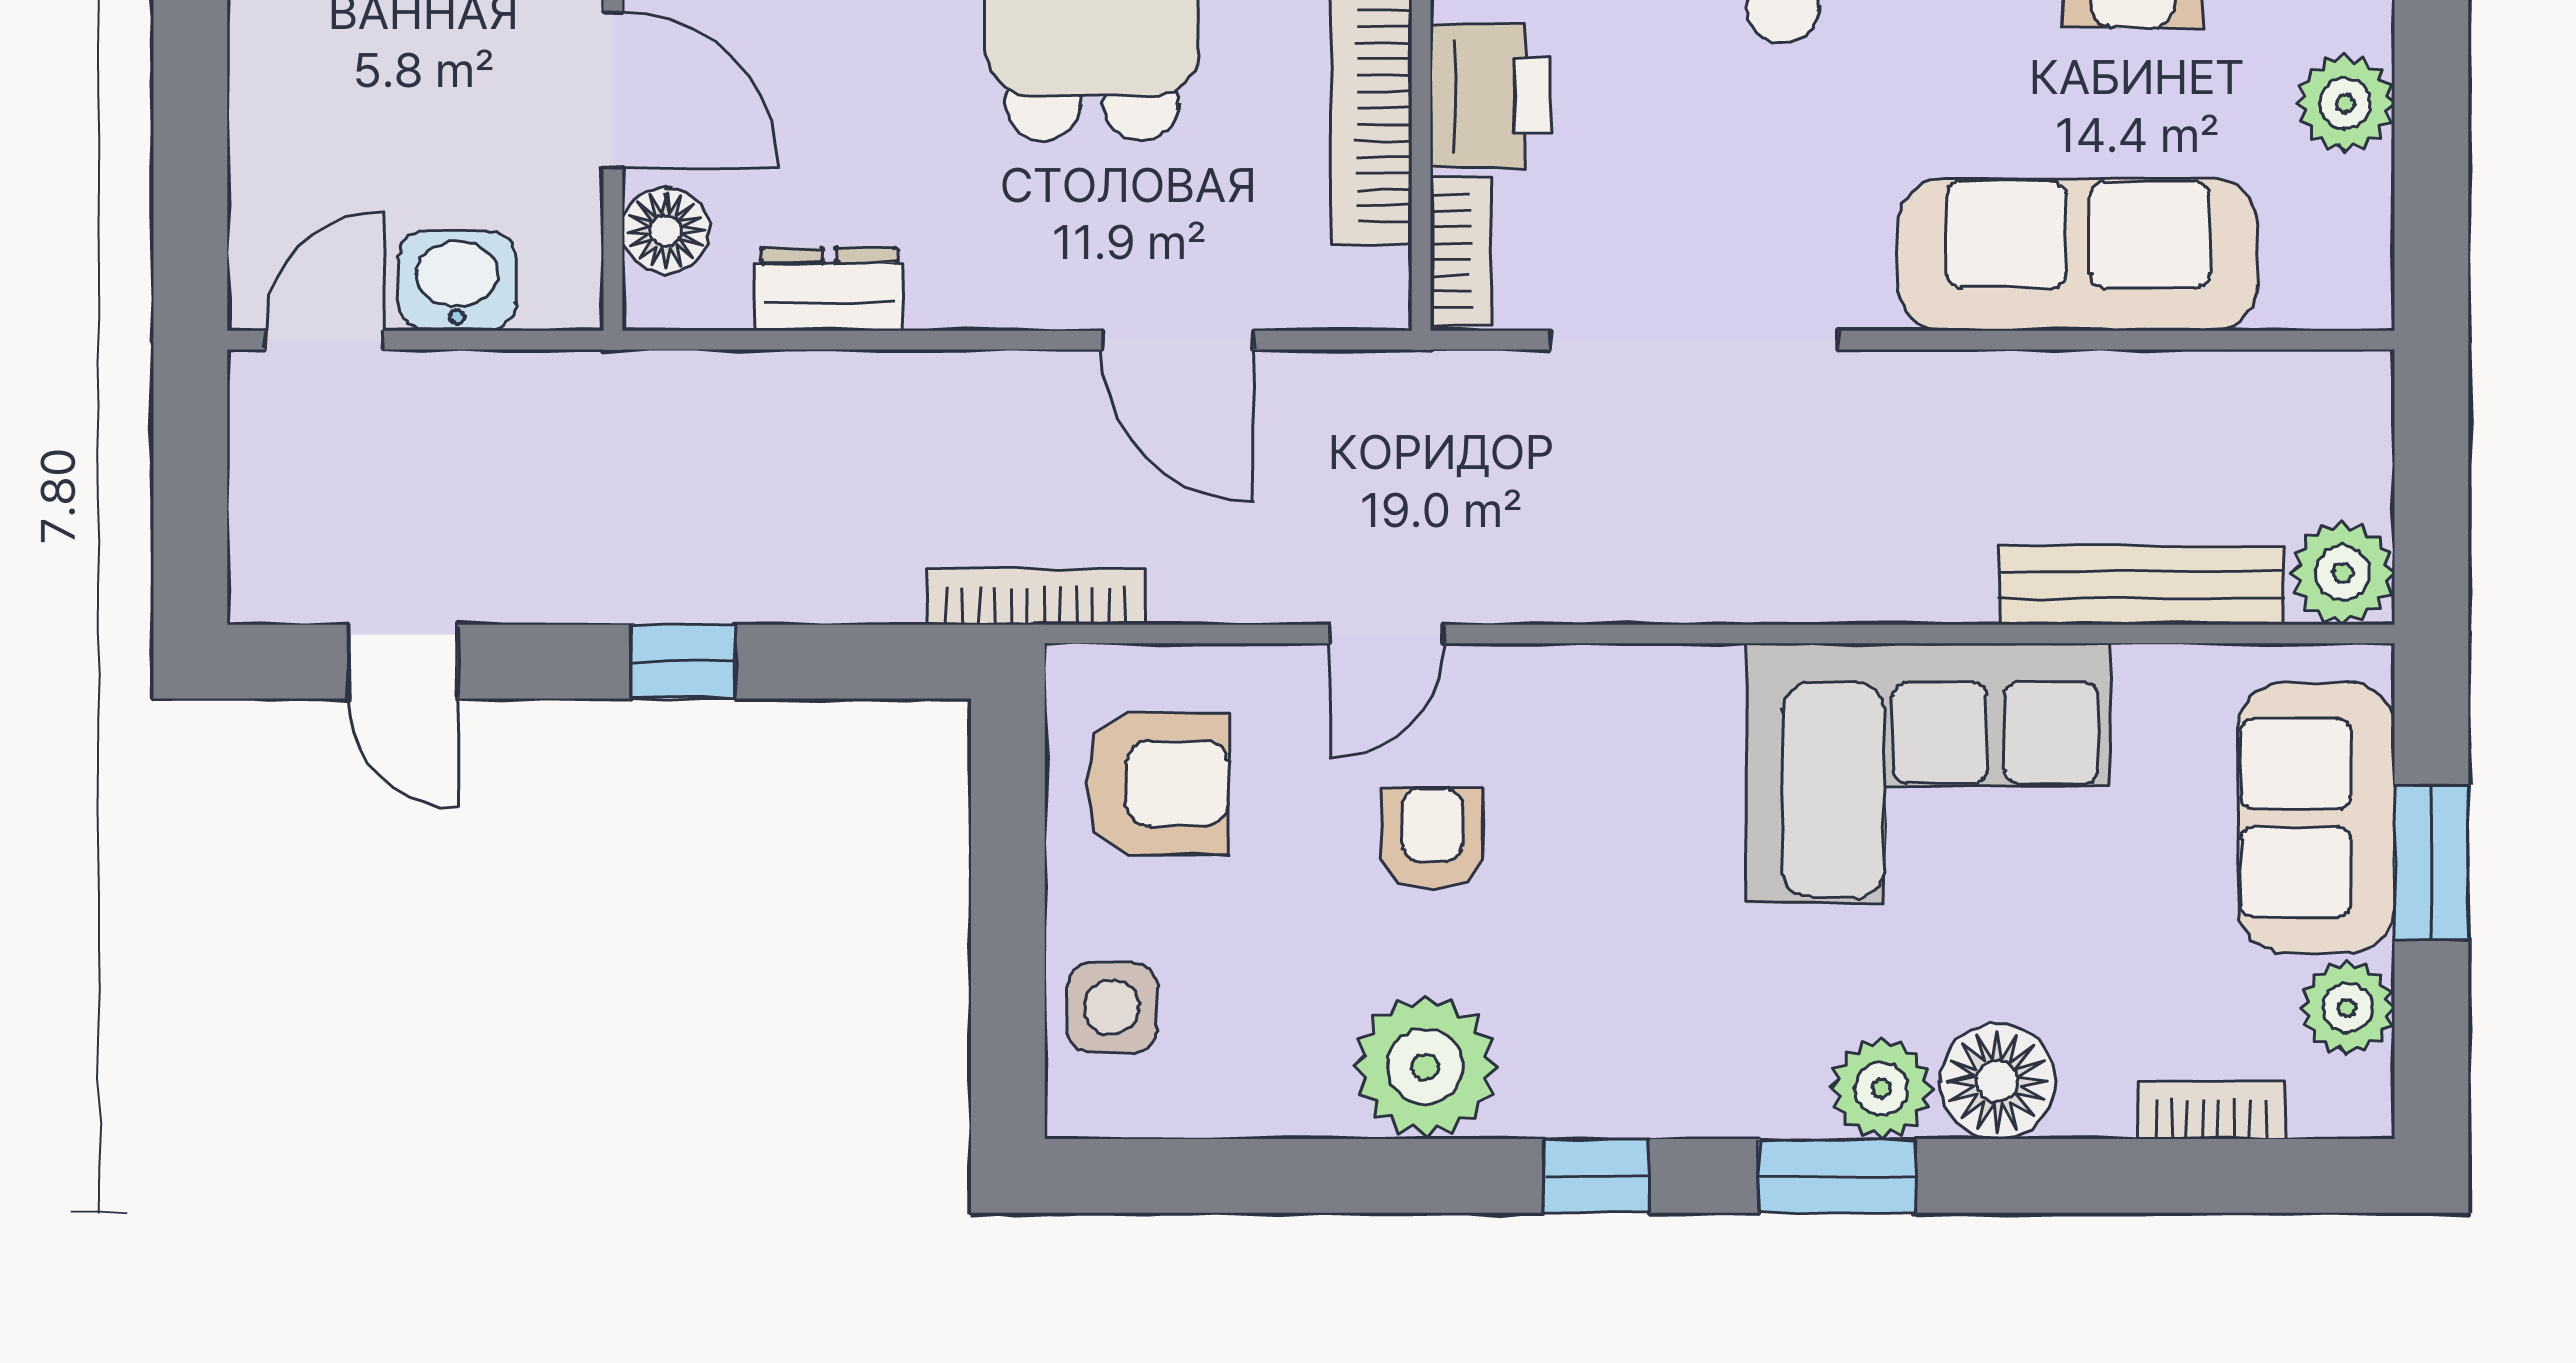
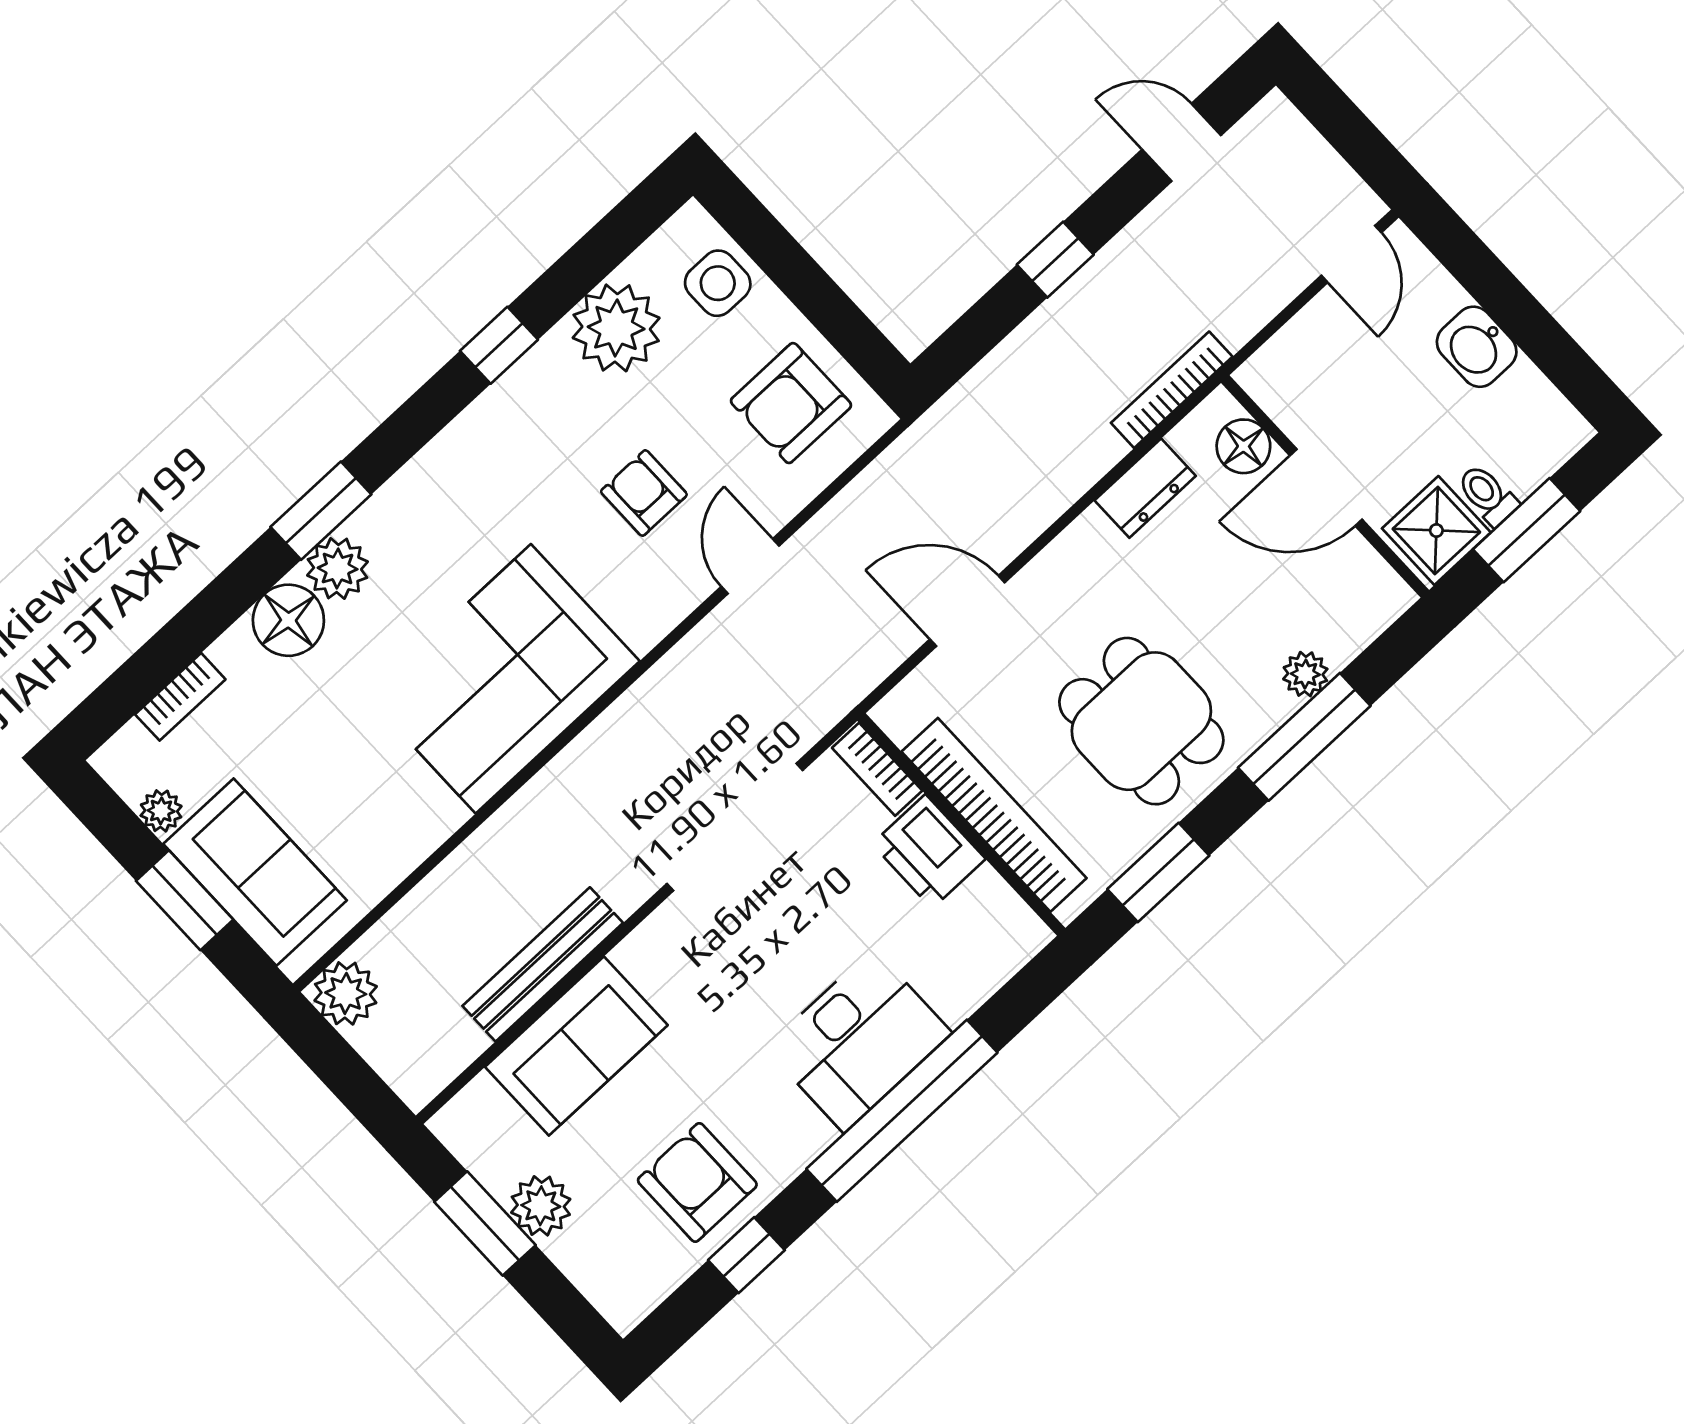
window: (2431, 144) -> (485, 1223), added
sofa: (2078, 255) -> (576, 1046), width x0.73
washbasin: (457, 281) -> (1477, 347), moved, turned 90
bench: (2141, 585) -> (543, 964), moved
bookcase: (1036, 597) -> (1172, 390), moved, turned 180
corner sofa: (1928, 773) -> (503, 679), moved
armchair: (1432, 839) -> (644, 493), turned 180
plant: (2347, 1008) -> (161, 811), width x0.73, depth x0.73
plant: (1425, 1067) -> (616, 328), moved
window: (1596, 1176) -> (499, 345), moved

